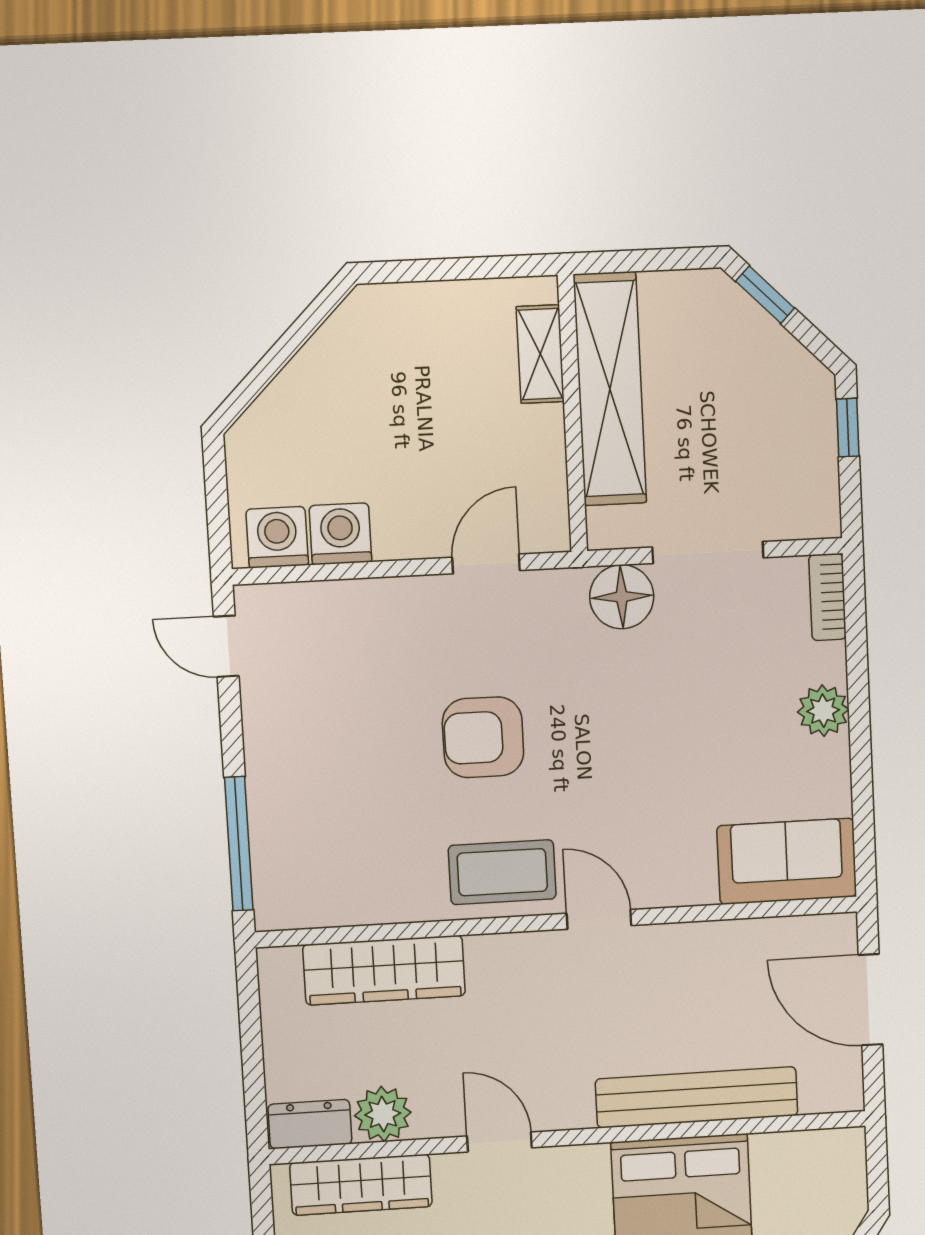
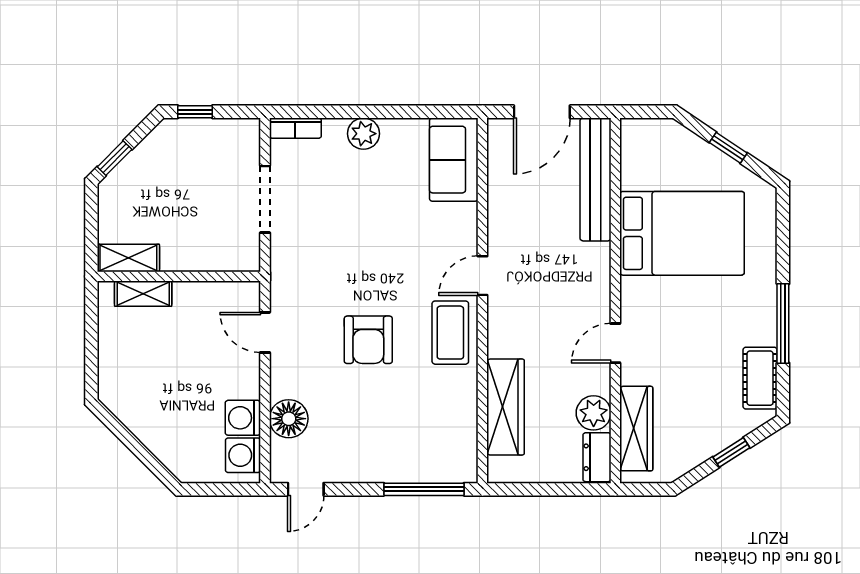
shelving: (610, 389) -> (128, 258), width x0.45, depth x0.75
floor lamp: (622, 597) -> (289, 419), moved
bench: (697, 1097) -> (595, 179), moved

